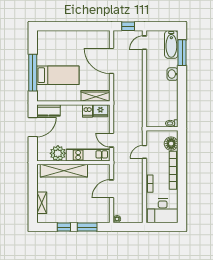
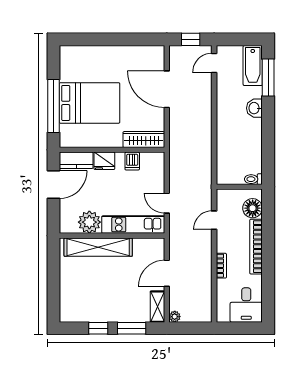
bed: (58, 75) -> (90, 103), width x1.50
fridge: (100, 111) -> (104, 161), moved
shelving: (42, 203) -> (157, 307), moved
desk: (163, 211) -> (246, 305), width x0.73

